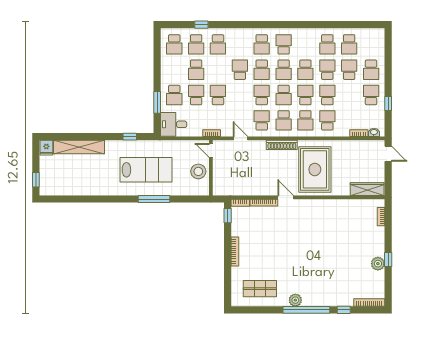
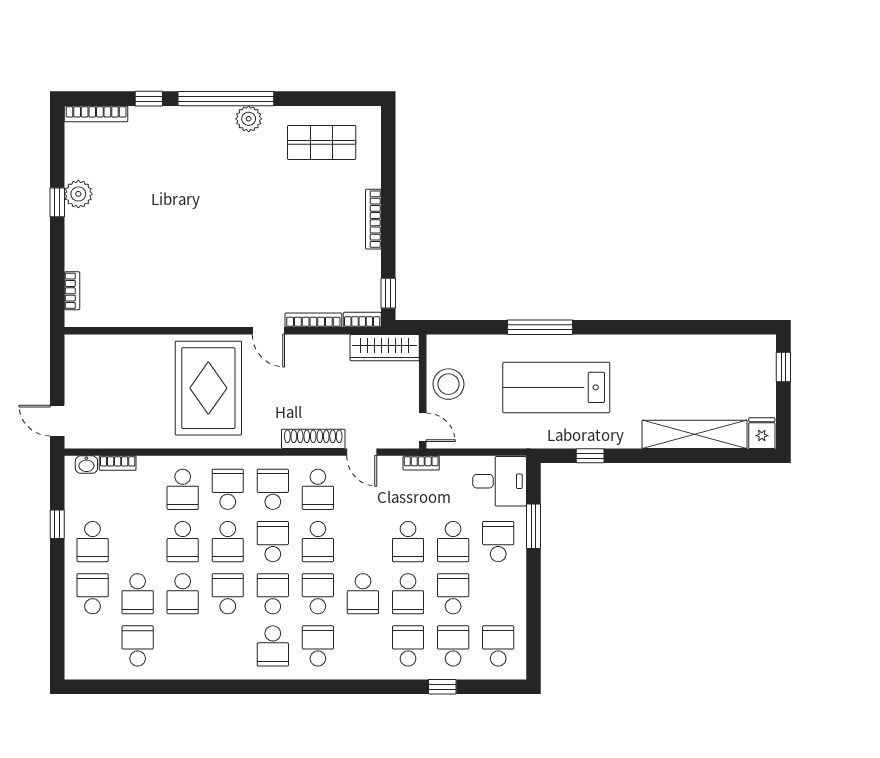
school desk: (327, 44) -> (408, 594), moved, turned 180
shoe rack: (282, 145) -> (313, 439), moved
wardrobe: (367, 189) -> (385, 348), moved

